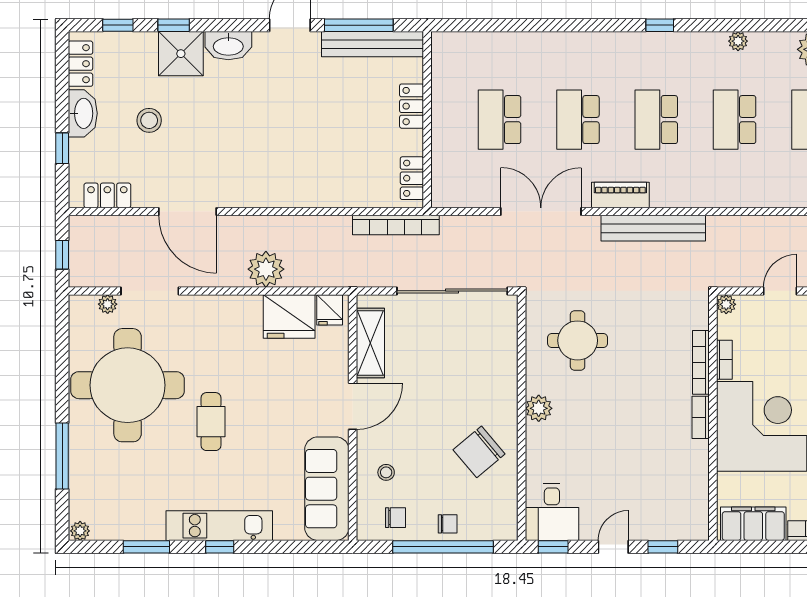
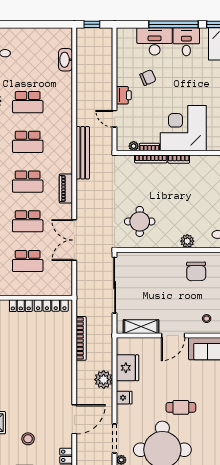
locker: (412, 178) -> (51, 305), width x1.53
piano: (620, 195) -> (66, 189), moved
bookcase: (396, 225) -> (81, 338), moved
bench: (653, 228) -> (83, 153), moved
plant: (726, 304) -> (134, 146), moved
fridge: (330, 310) -> (124, 398), moved
door: (353, 406) -> (173, 336), swing flipped
plant: (539, 408) -> (187, 241), moved
chair: (479, 452) -> (196, 271), turned 39

